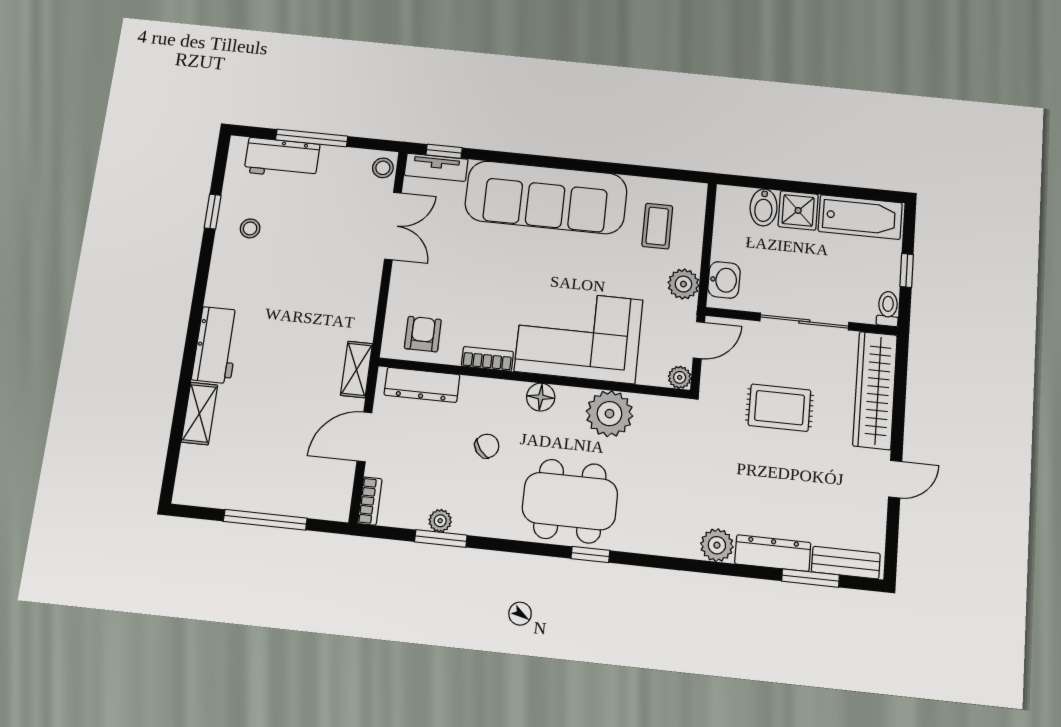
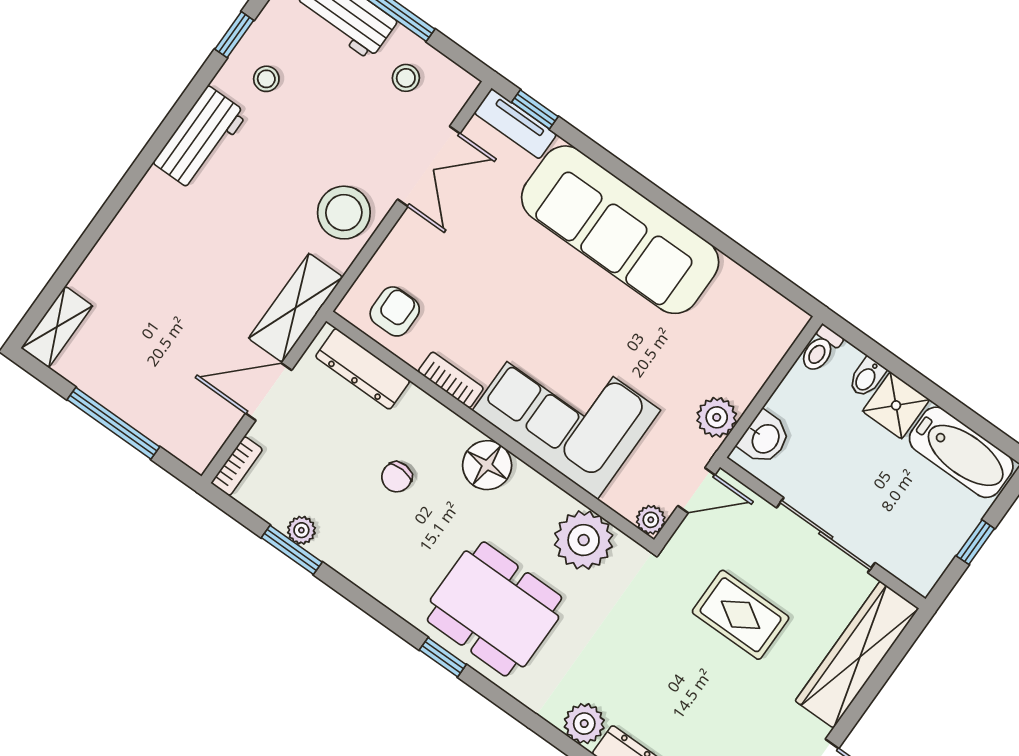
stool: (383, 168) -> (406, 78), moved
bidet: (764, 207) -> (867, 377), width x0.72, depth x0.74
coffee table: (657, 226) -> (726, 334), removed
stool: (351, 287) -> (344, 213), added
toilet: (888, 309) -> (821, 349), moved, turned 180
workbench: (216, 345) -> (200, 138), moved
shelving: (357, 369) -> (296, 308), width x1.50, depth x1.33
floor lamp: (541, 397) -> (487, 465), width x1.38, depth x1.38
shelving: (199, 413) -> (57, 327), moved
plant: (609, 414) -> (584, 540), moved
chair: (487, 446) -> (397, 477), turned 131
dining table: (570, 501) -> (495, 609), moved

